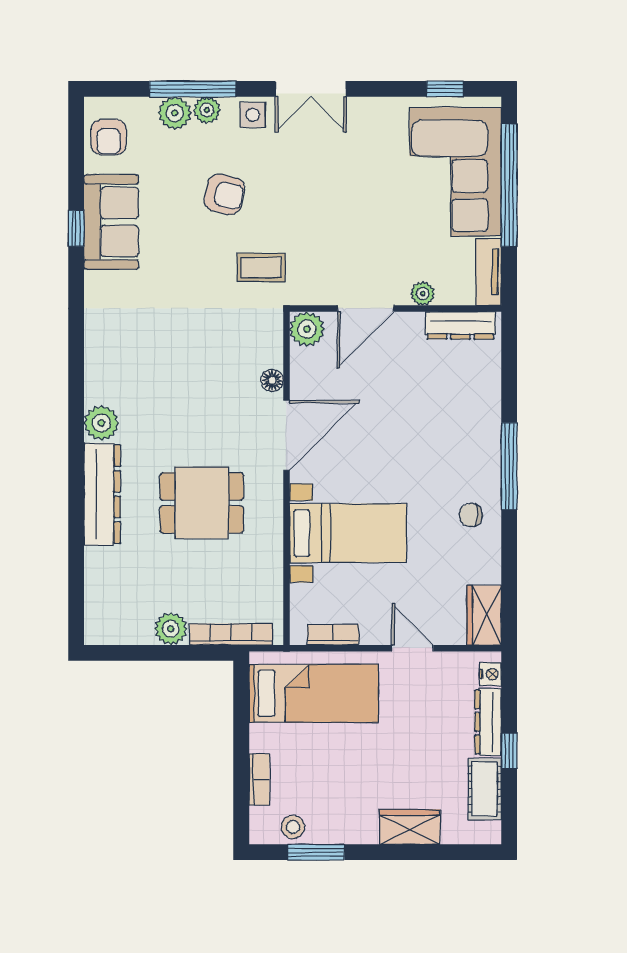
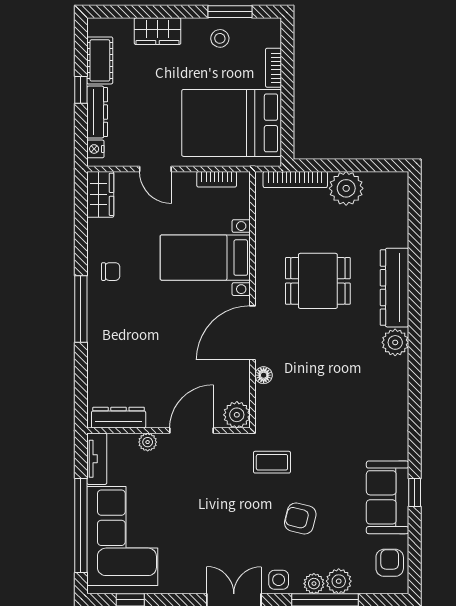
plant: (171, 629) -> (346, 188), width x1.36, depth x1.36
bed: (314, 693) -> (232, 123), width x1.50
stool: (293, 827) -> (220, 38), moved

